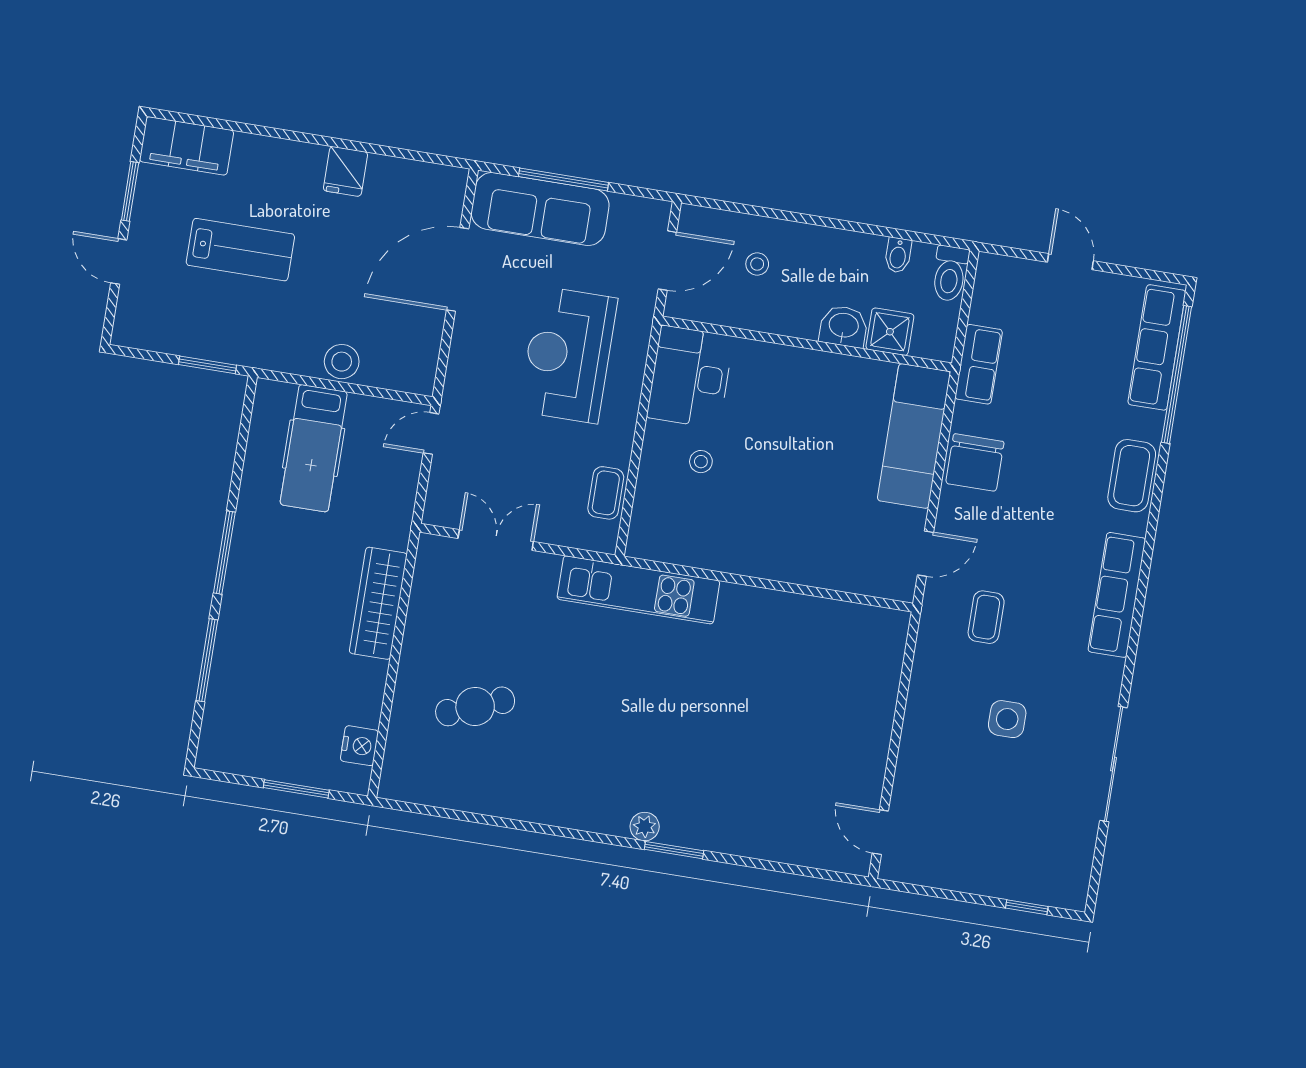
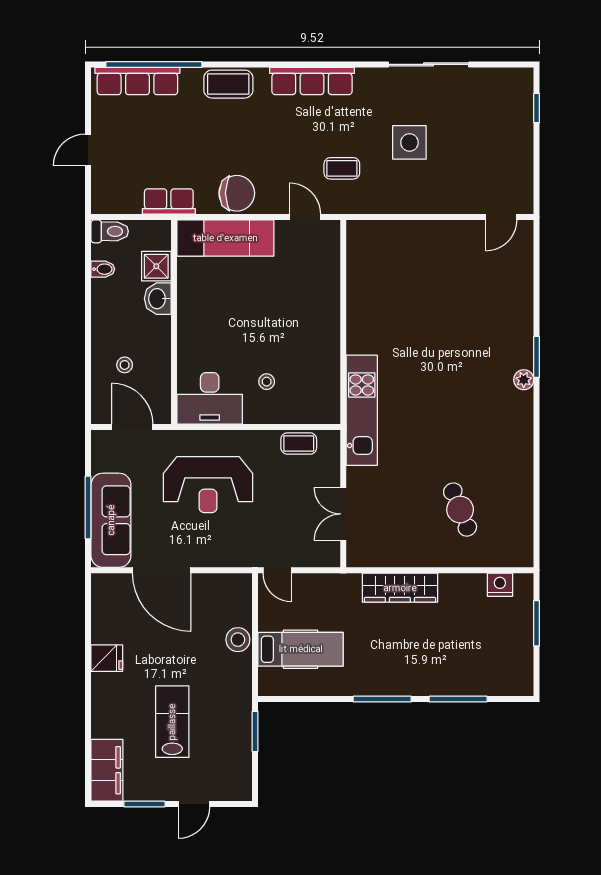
side table: (1007, 719) -> (409, 142), width x1.37, depth x1.37

